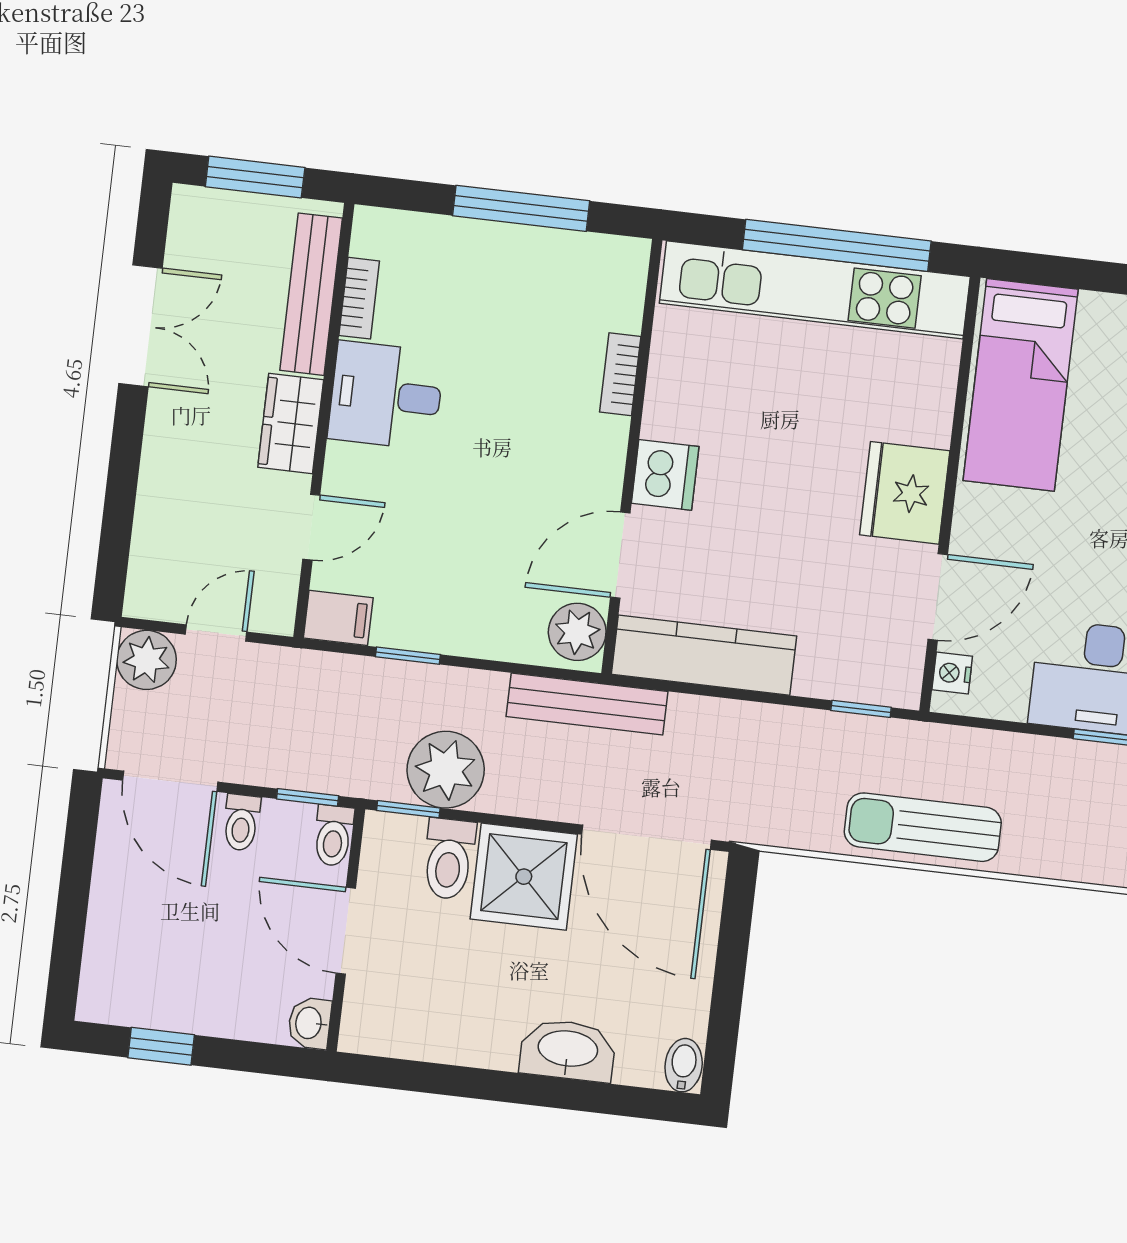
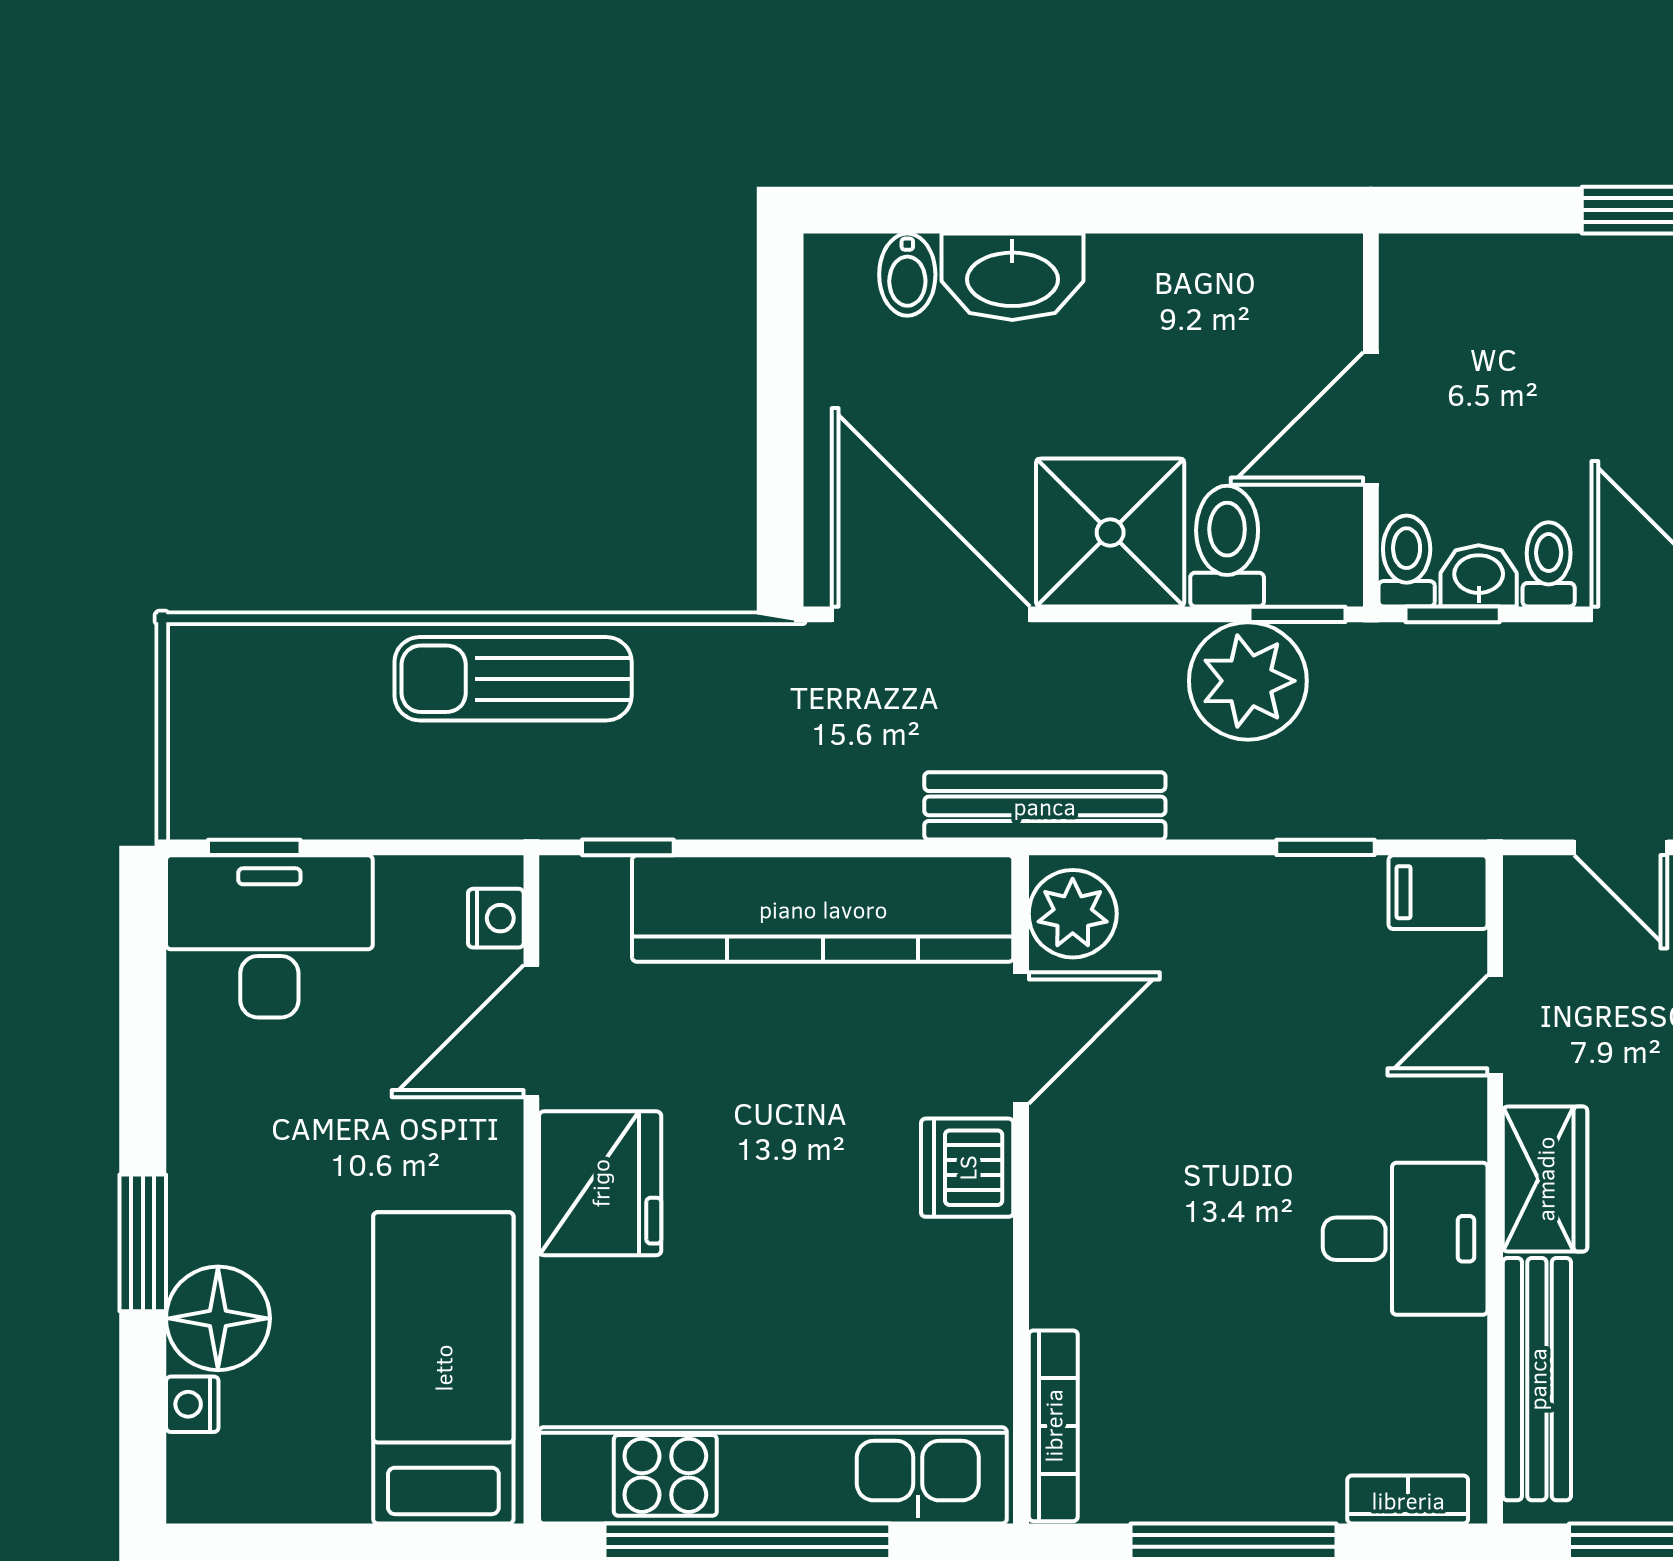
bookcase: (359, 298) -> (1408, 1500), moved, turned 90
bookcase: (620, 374) -> (1053, 1426), moved, width x1.56
door: (216, 633) -> (1621, 847), hinge flipped
kitchen counter: (704, 655) -> (823, 909), width x1.39, depth x1.17
sun lounger: (923, 827) -> (513, 679), turned 180
door: (346, 931) -> (1371, 418), swing flipped
washbasin: (310, 1023) -> (1479, 576), moved, turned -90
bidet: (684, 1065) -> (907, 275), moved

